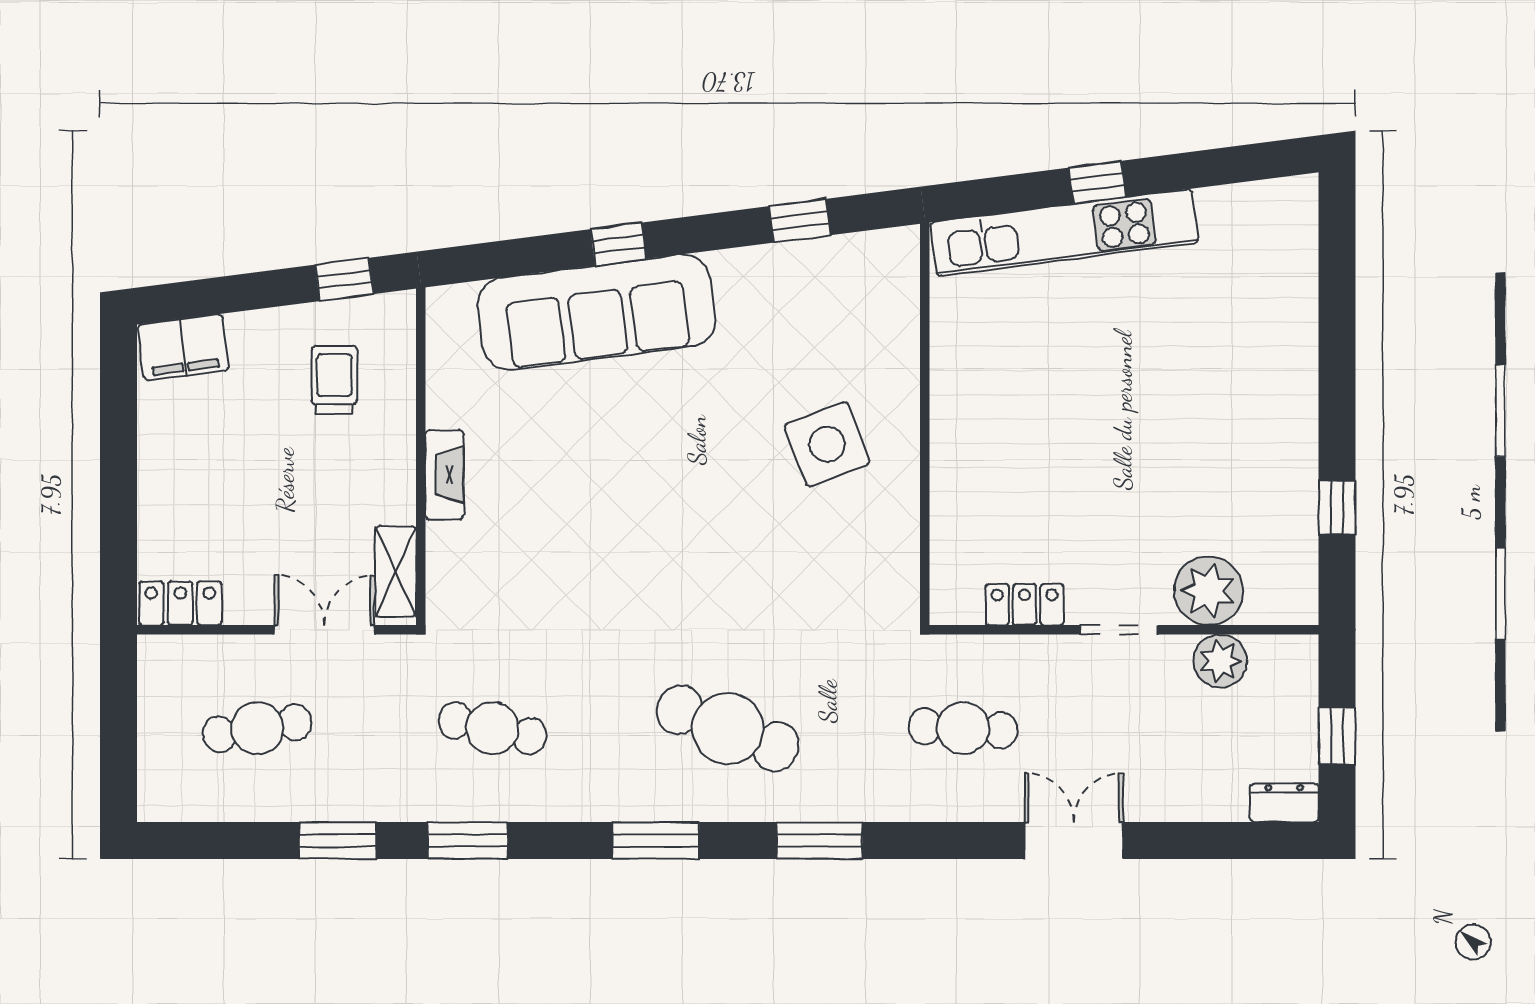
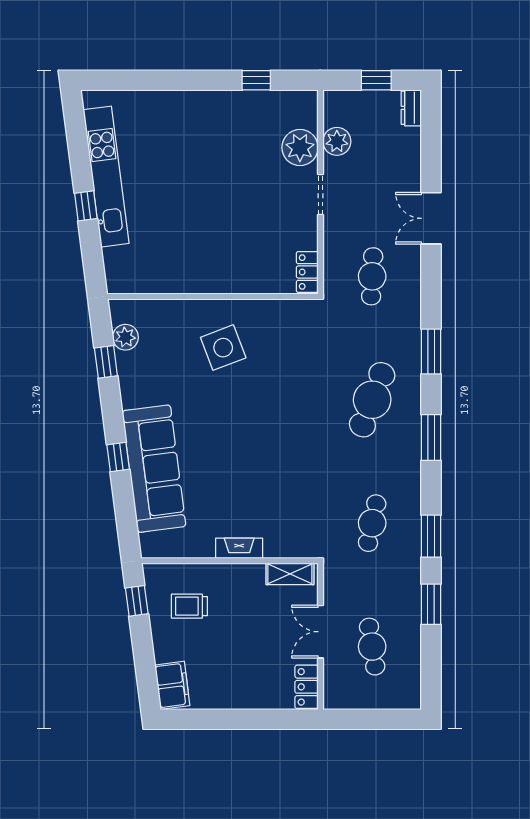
kitchen unit: (1064, 233) -> (106, 177), moved
plant: (847, 258) -> (125, 337), added
locker: (1024, 604) -> (307, 272), moved
double door: (325, 630) -> (320, 632), moved

